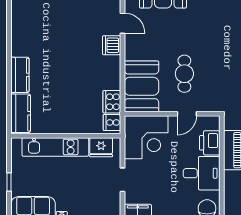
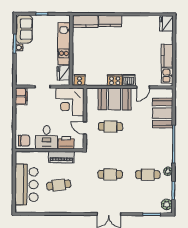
booth: (141, 86) -> (115, 99), moved
cooker: (112, 102) -> (115, 80), moved

